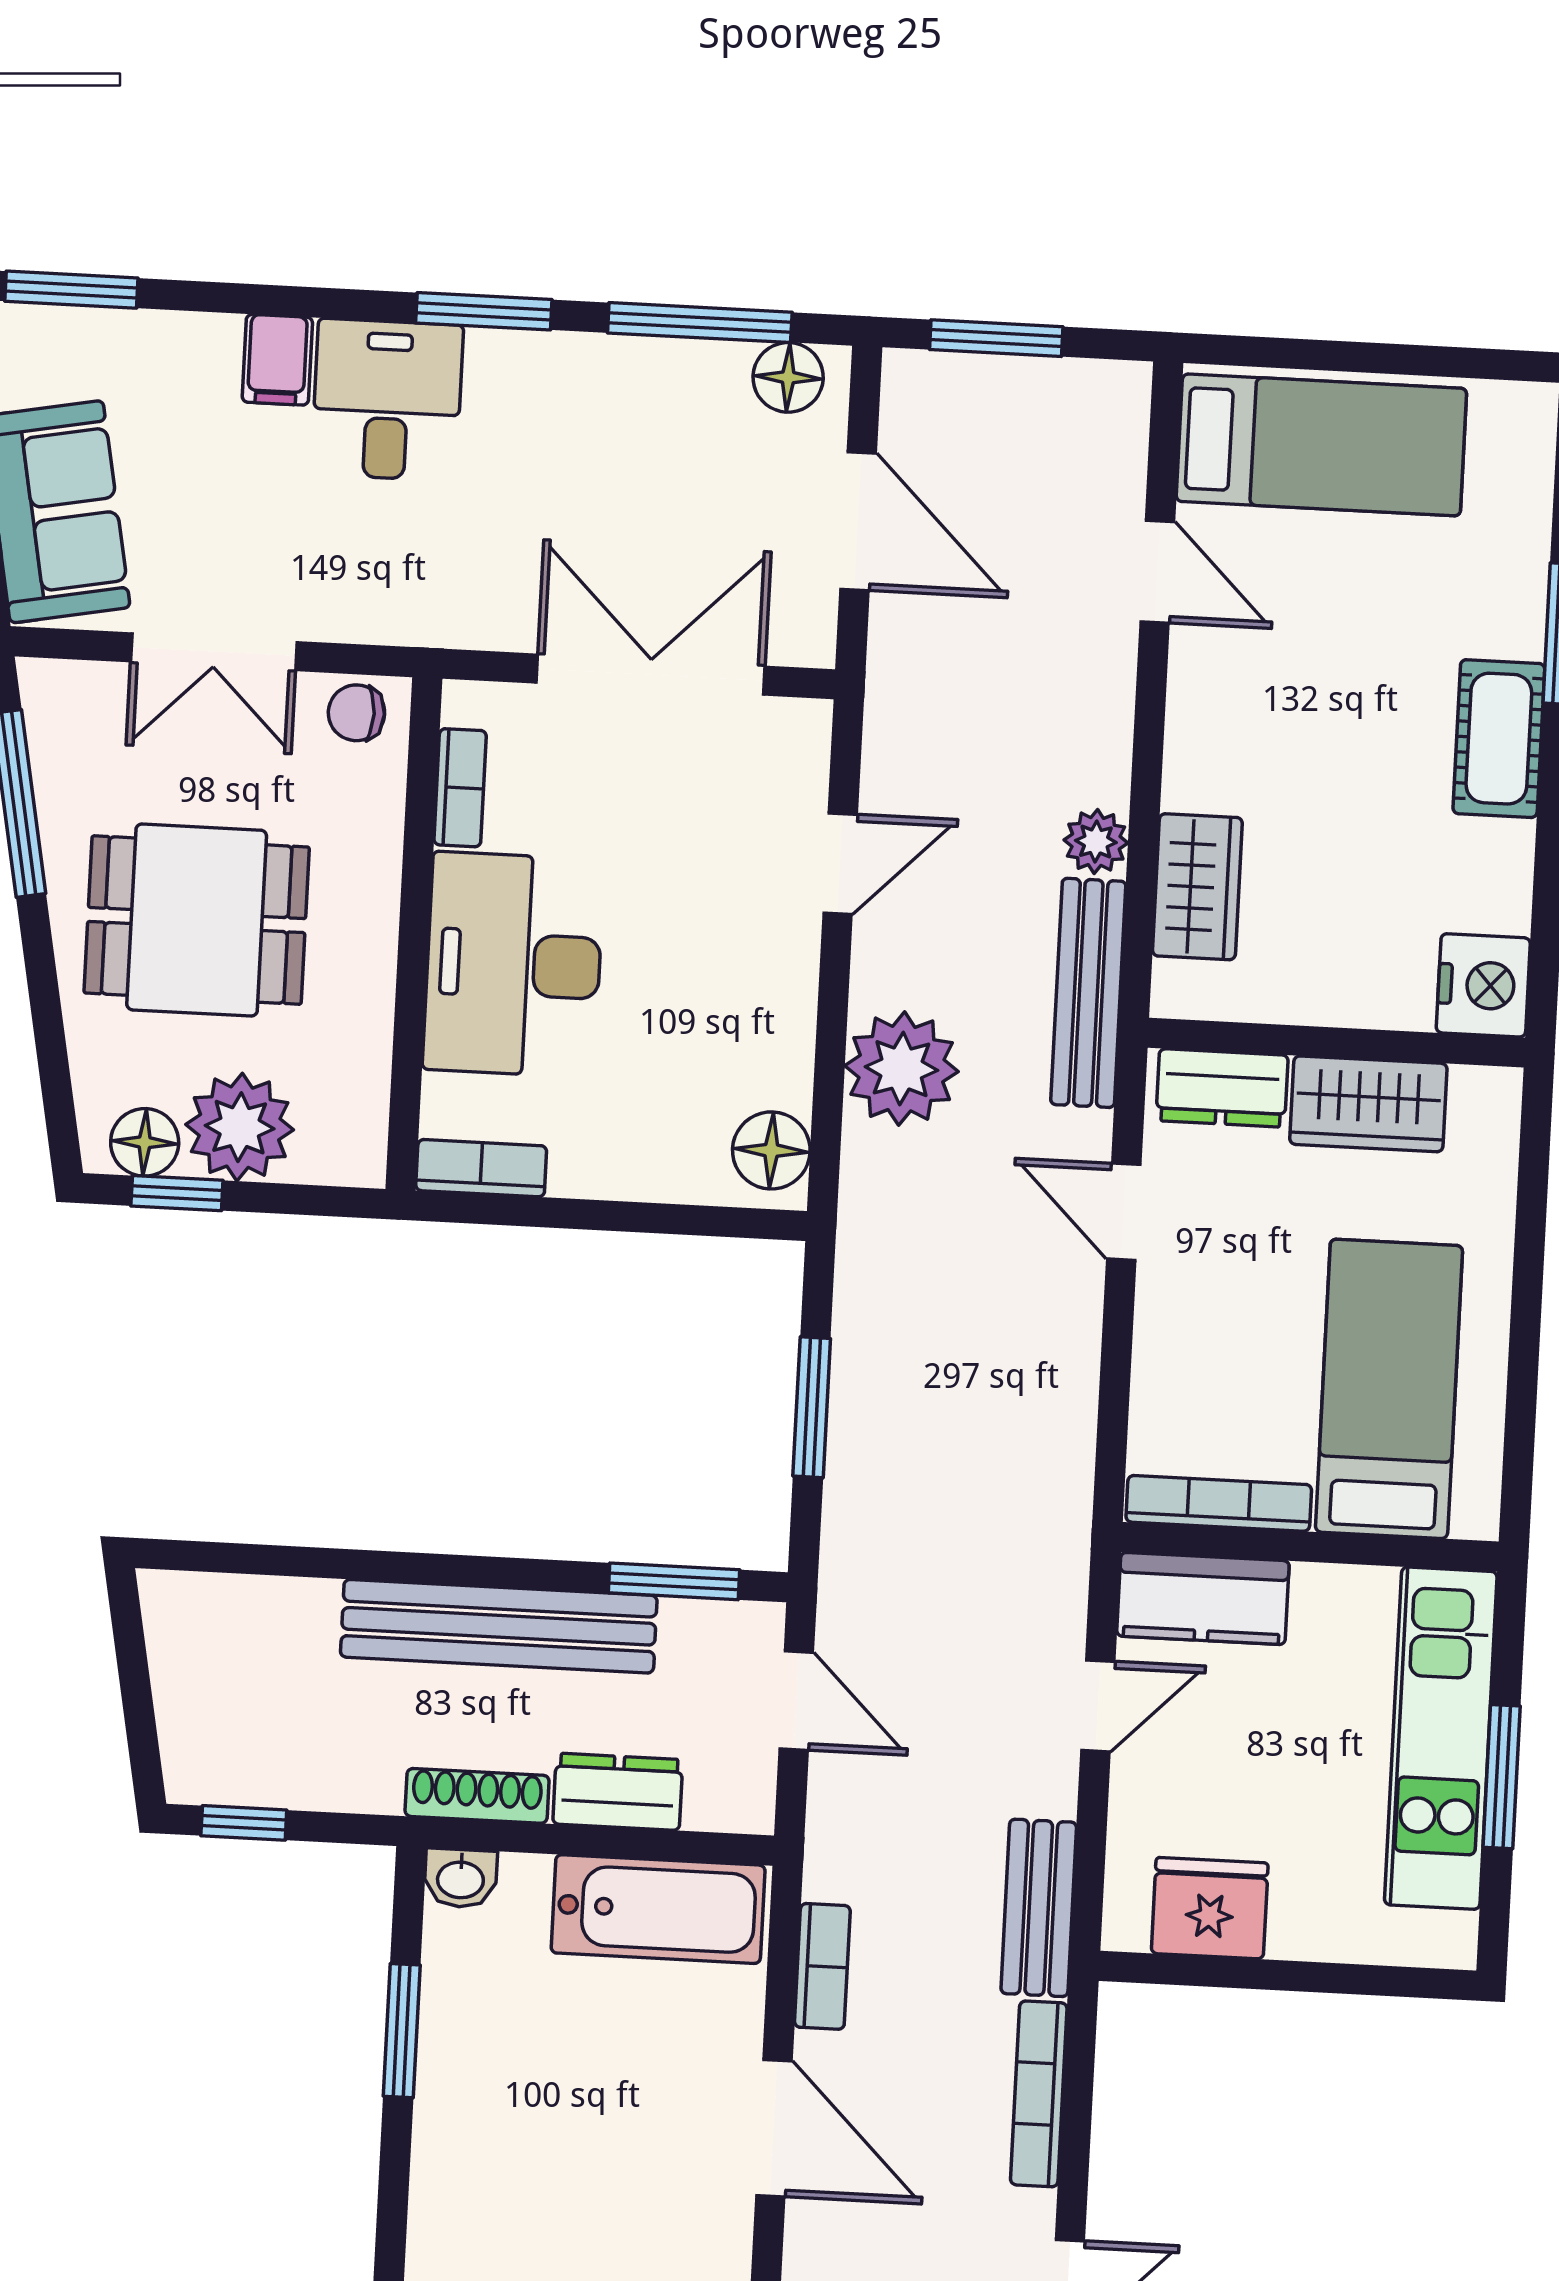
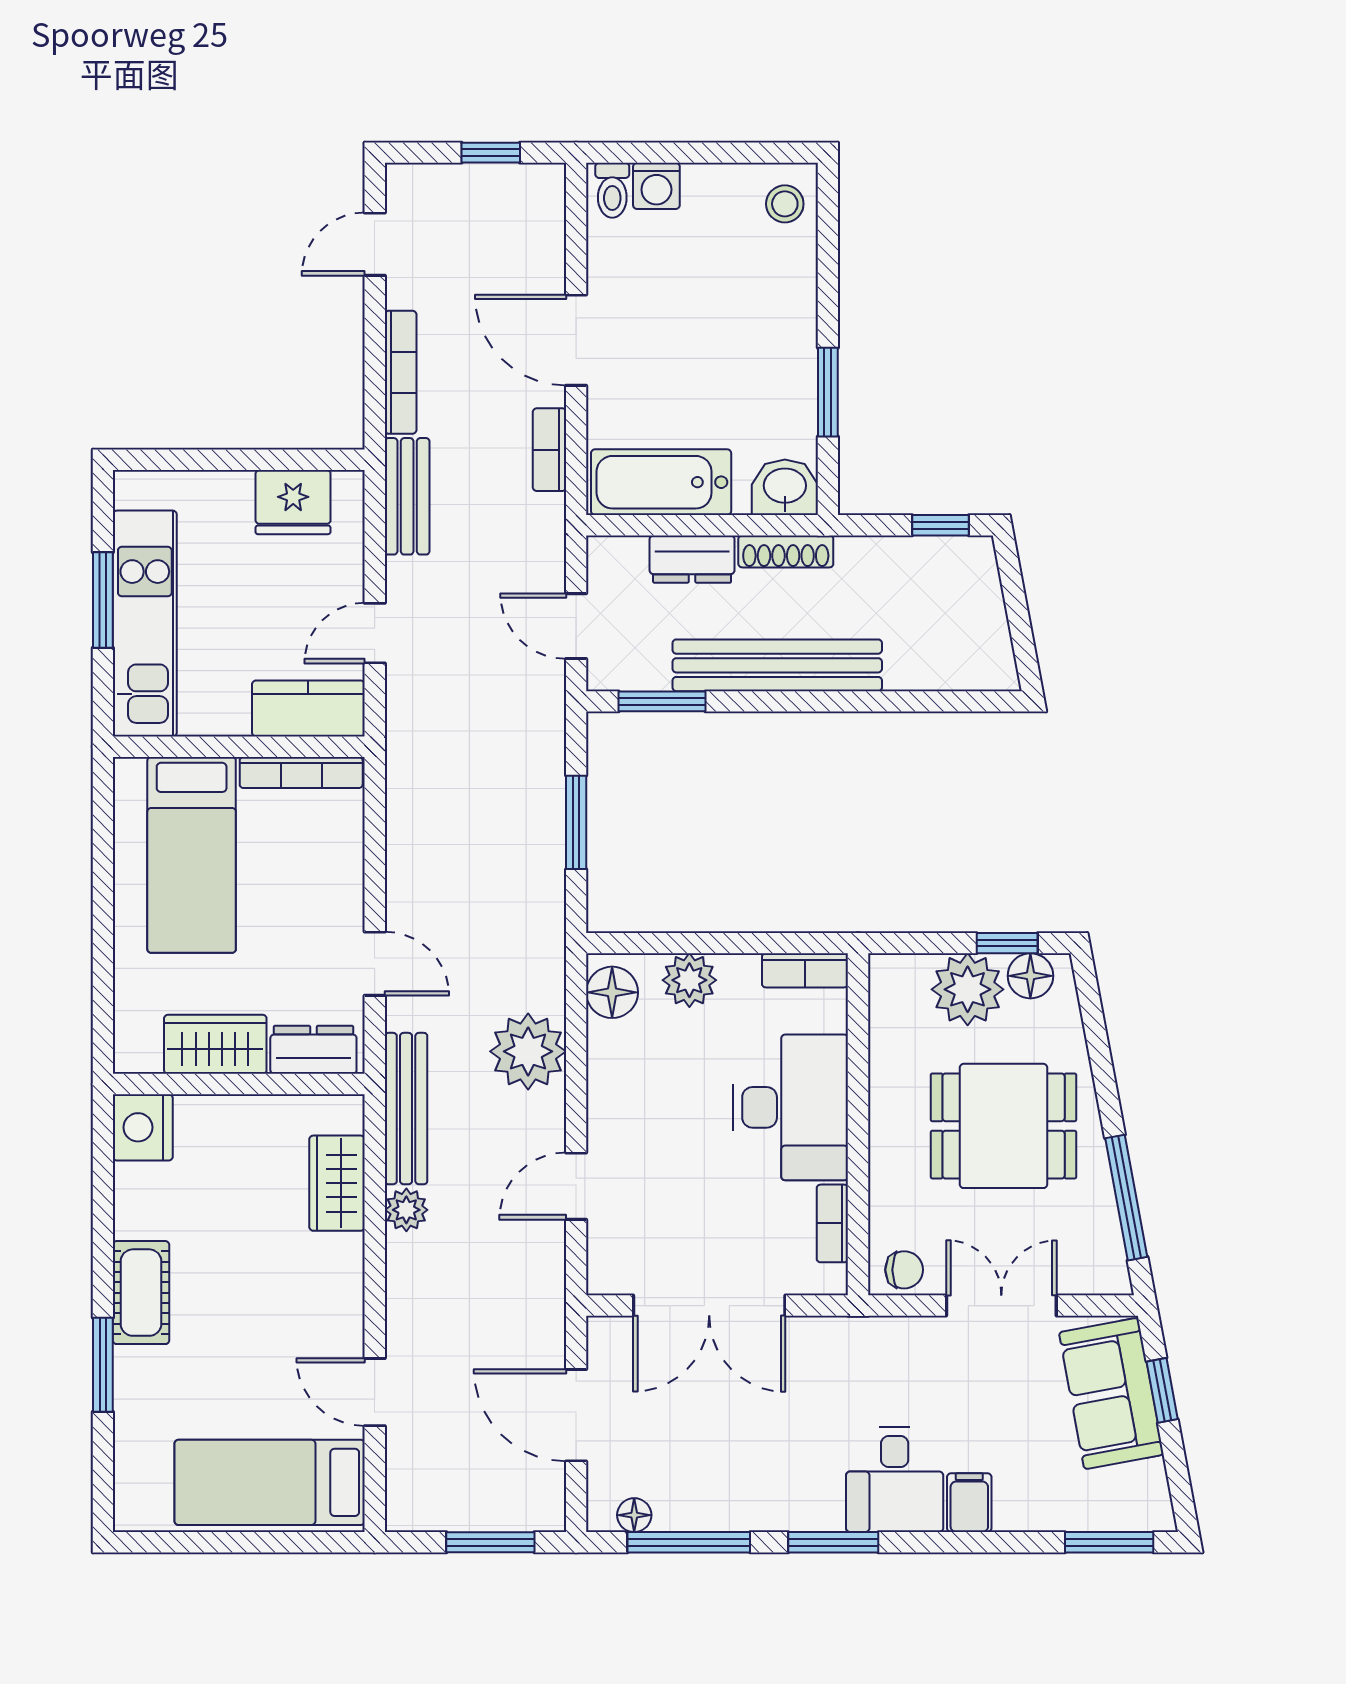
floor lamp: (788, 377) -> (634, 1515), width x0.73, depth x0.73
plant: (655, 1163) -> (689, 980), added
washbasin: (461, 1878) -> (785, 487), width x1.38, depth x1.45

